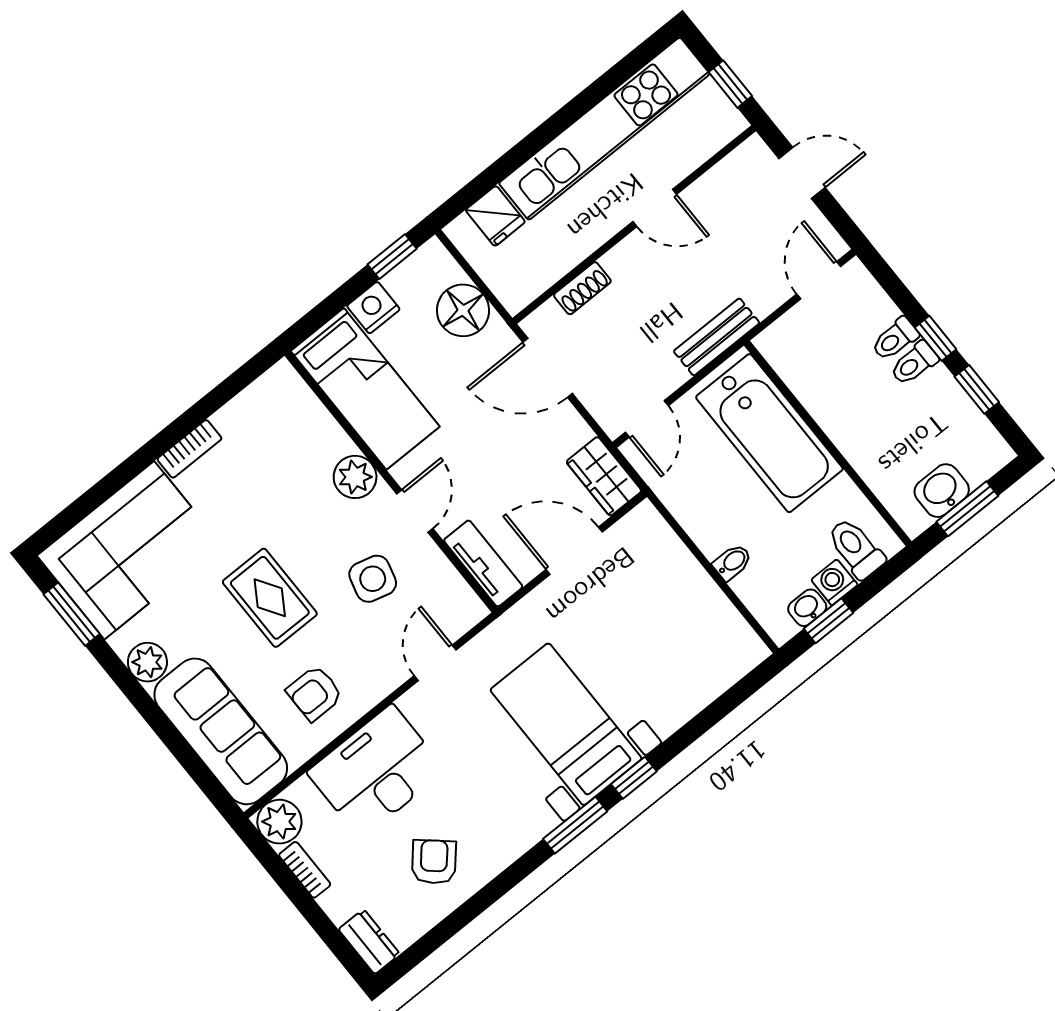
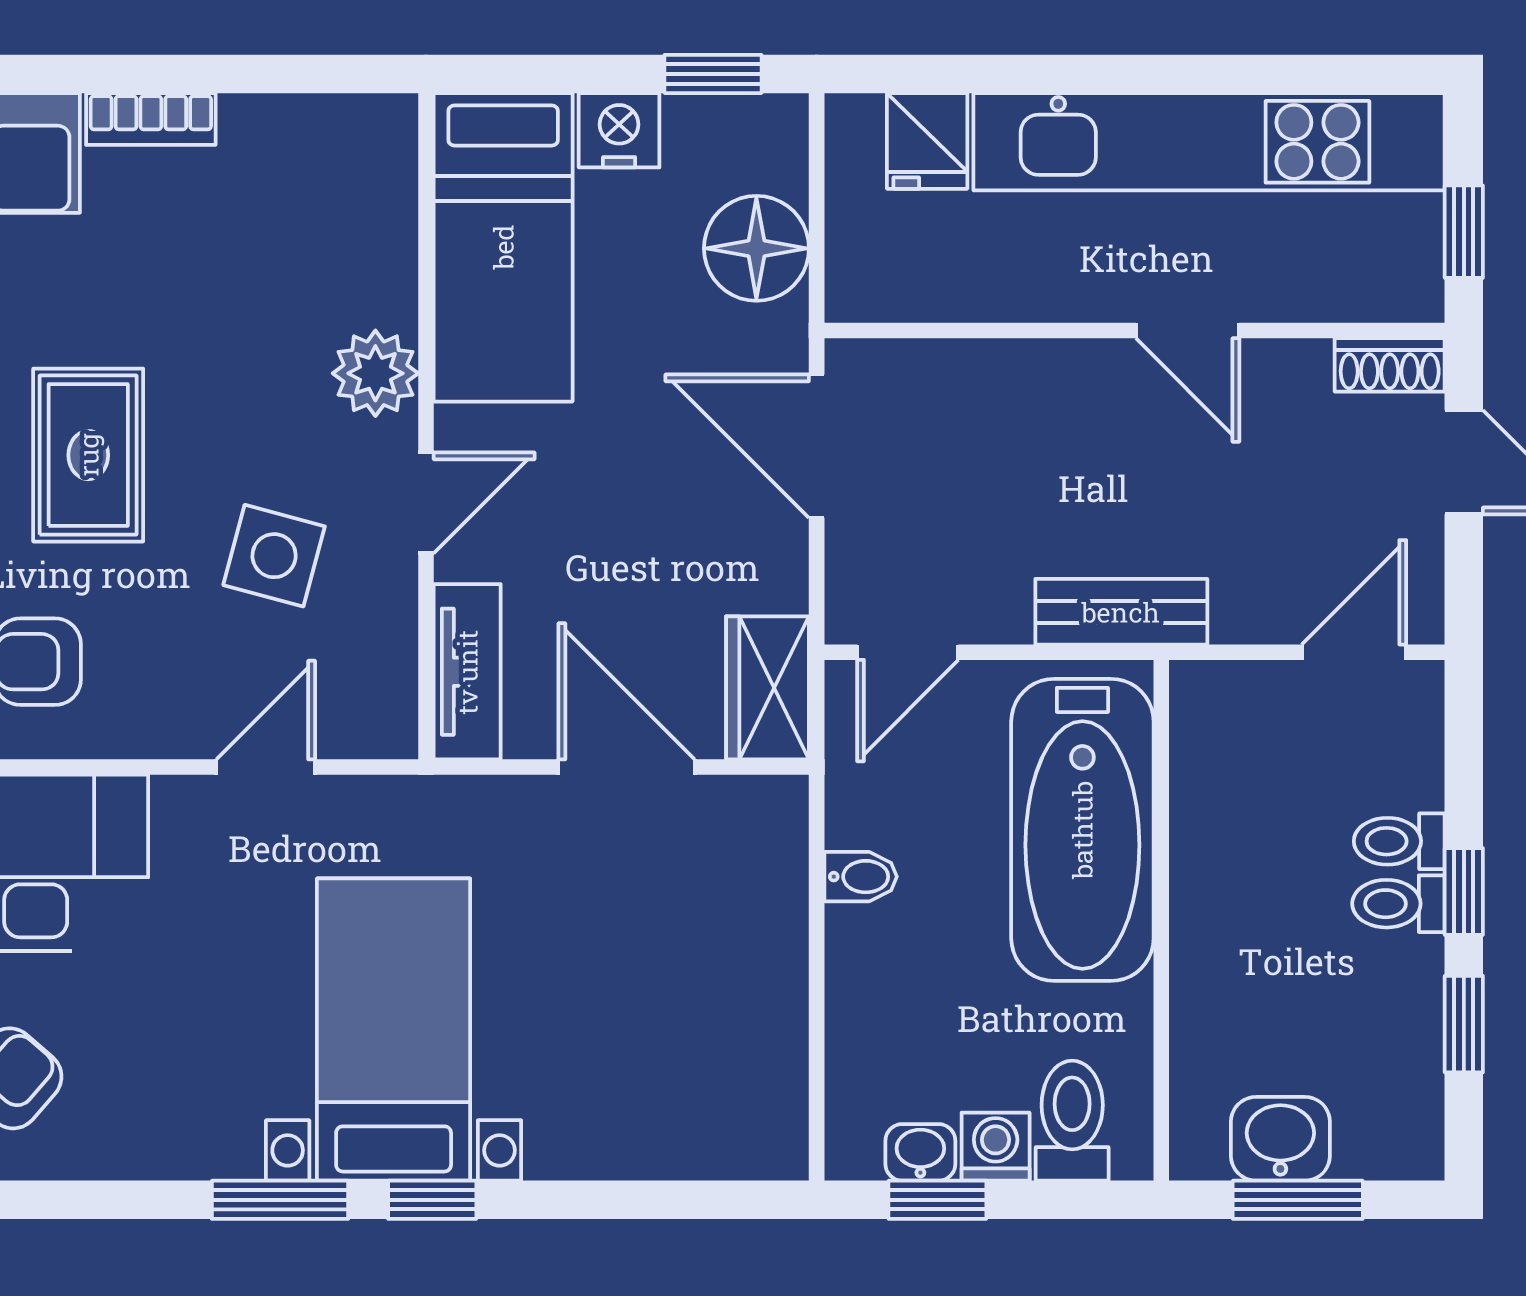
shoe rack: (582, 288) -> (1390, 365), moved
bidet: (732, 562) -> (861, 877), moved

